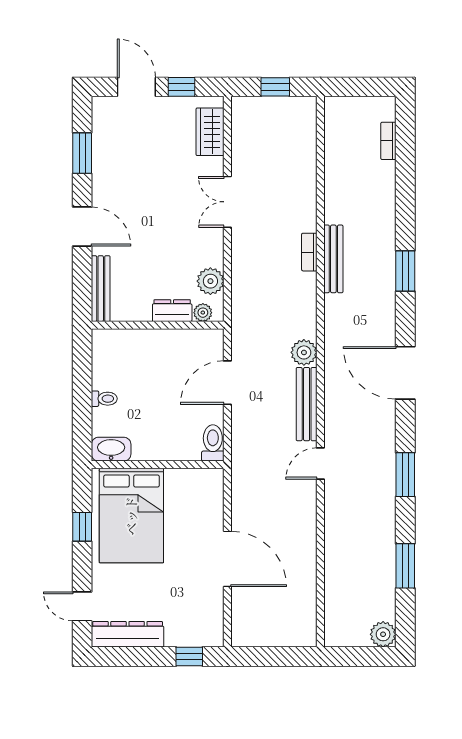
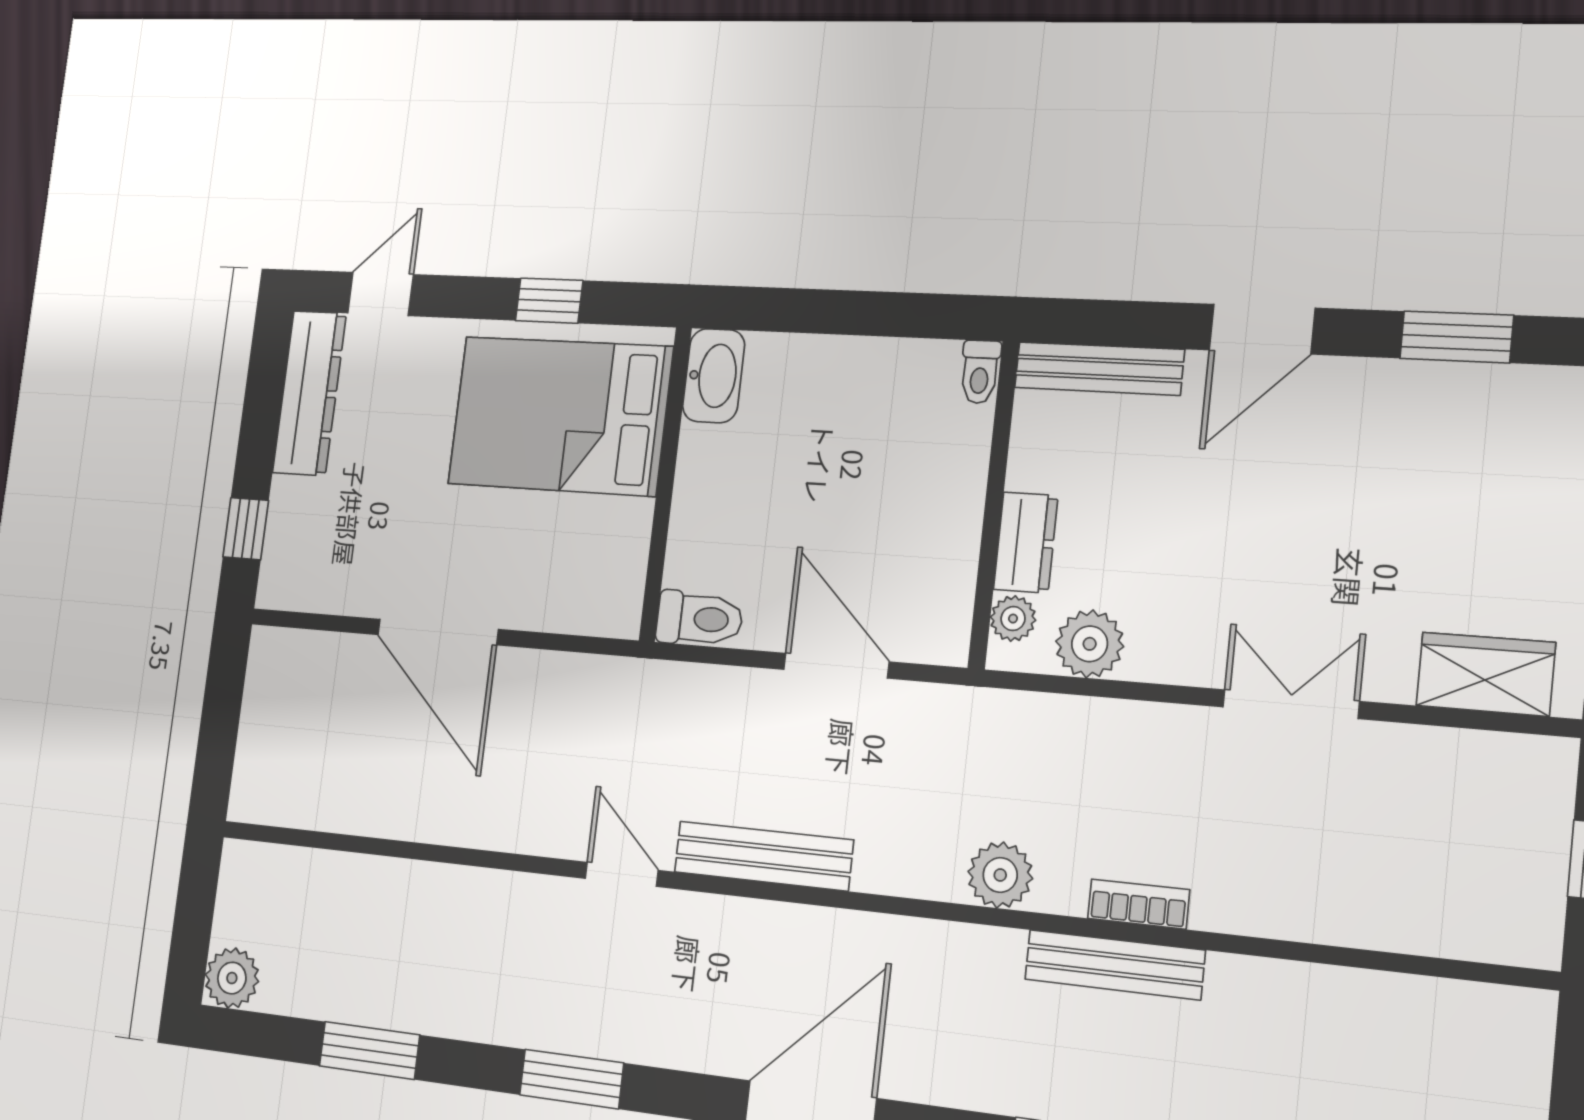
plant: (304, 352) -> (1000, 875), moved
toilet: (104, 399) -> (980, 372), moved
door: (227, 559) -> (438, 632), hinge flipped

